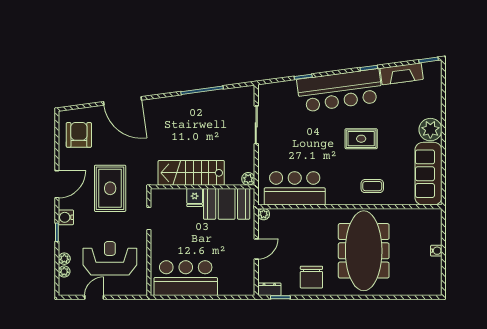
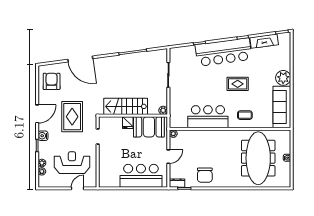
bar counter: (295, 188) -> (208, 117), moved
meeting table: (364, 251) -> (258, 158), moved
bar counter: (186, 278) -> (141, 176), moved
door: (94, 297) -> (78, 188), moved

